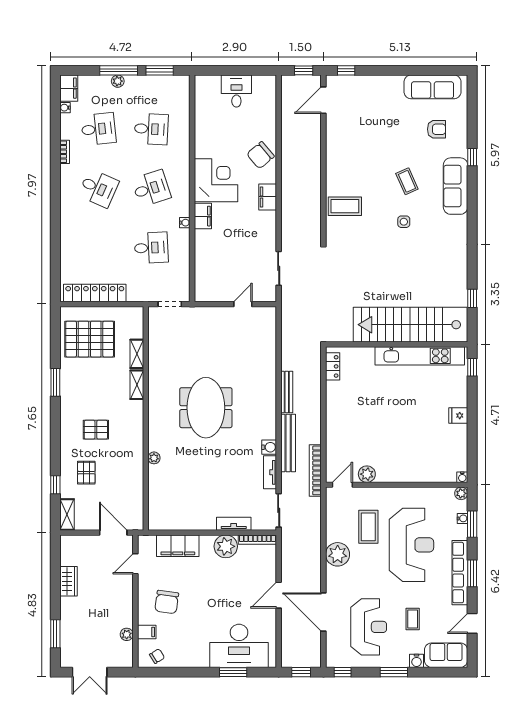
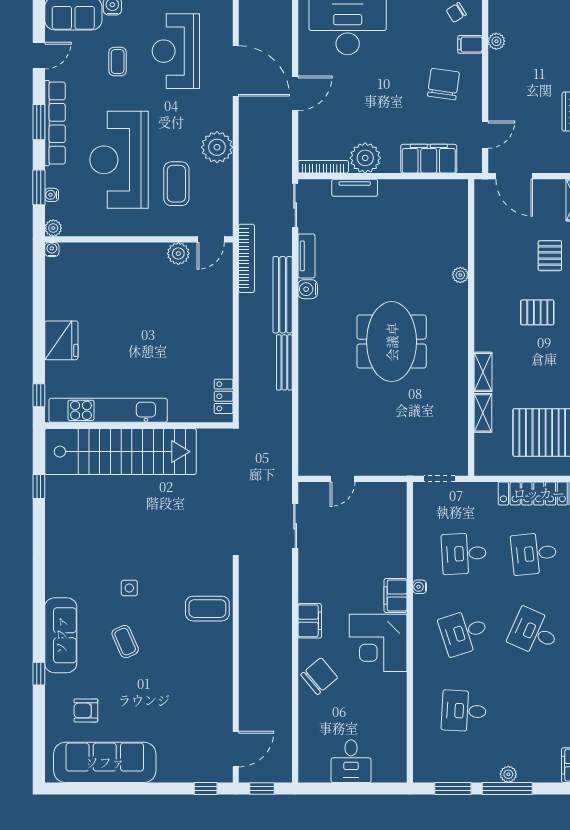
sofa: (433, 87) -> (105, 762), width x1.36, depth x1.27
desk: (98, 129) -> (534, 554), moved
fridge: (458, 416) -> (61, 340), width x1.88, depth x1.34

